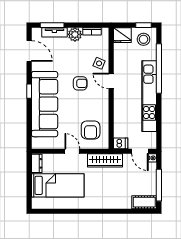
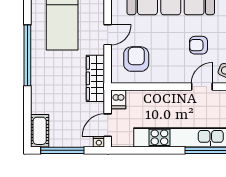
armchair: (80, 83) -> (199, 45), turned 90
armchair: (91, 130) -> (136, 59), turned 90
window: (88, 211) -> (27, 55), added

